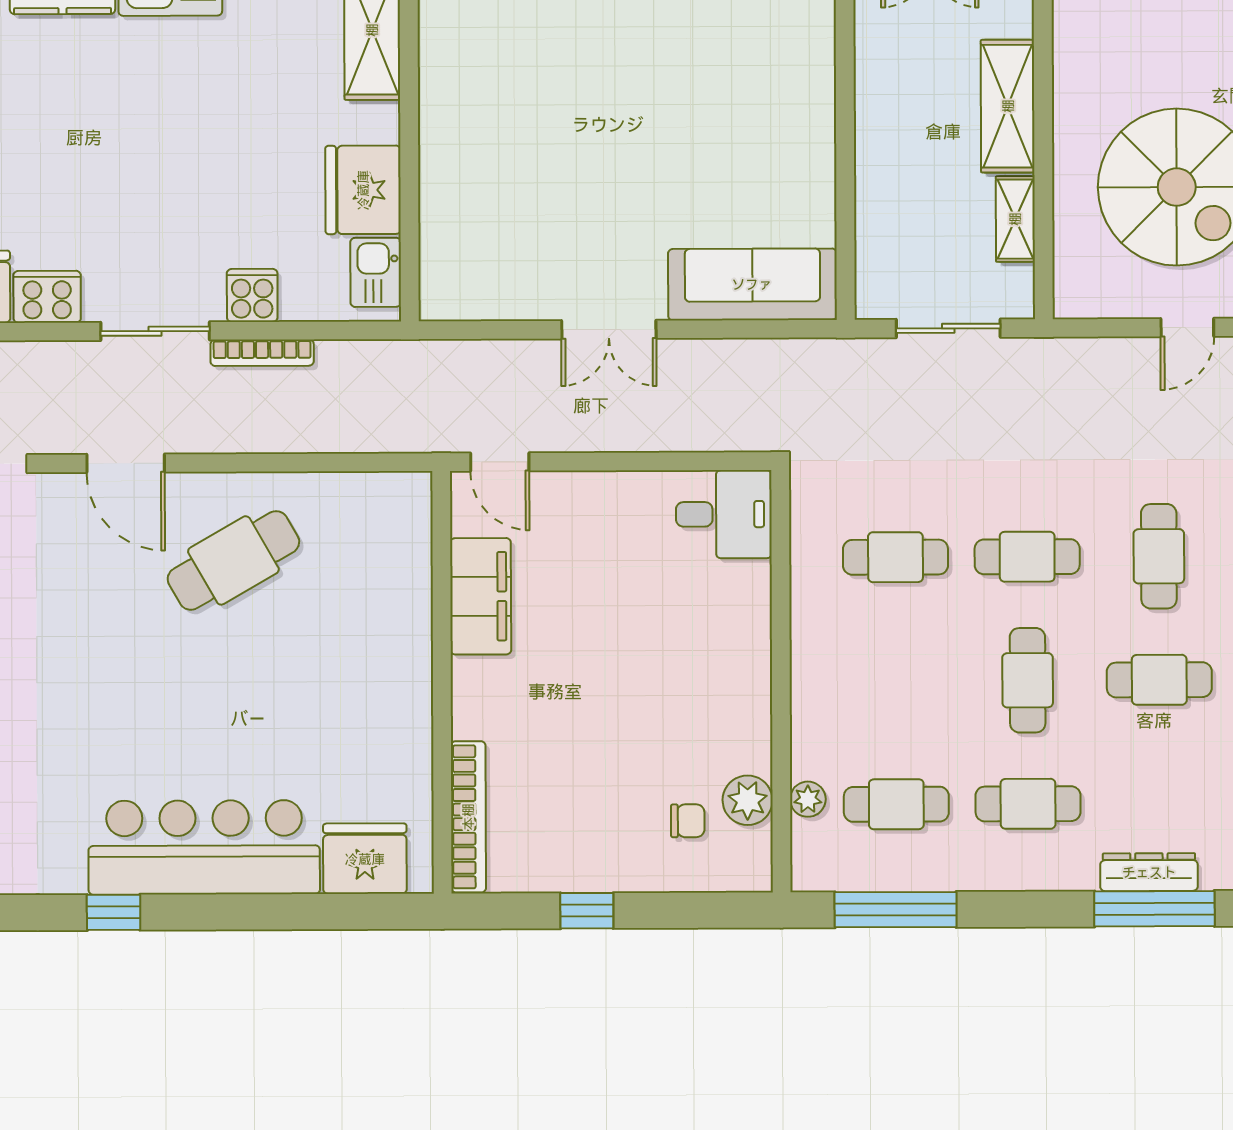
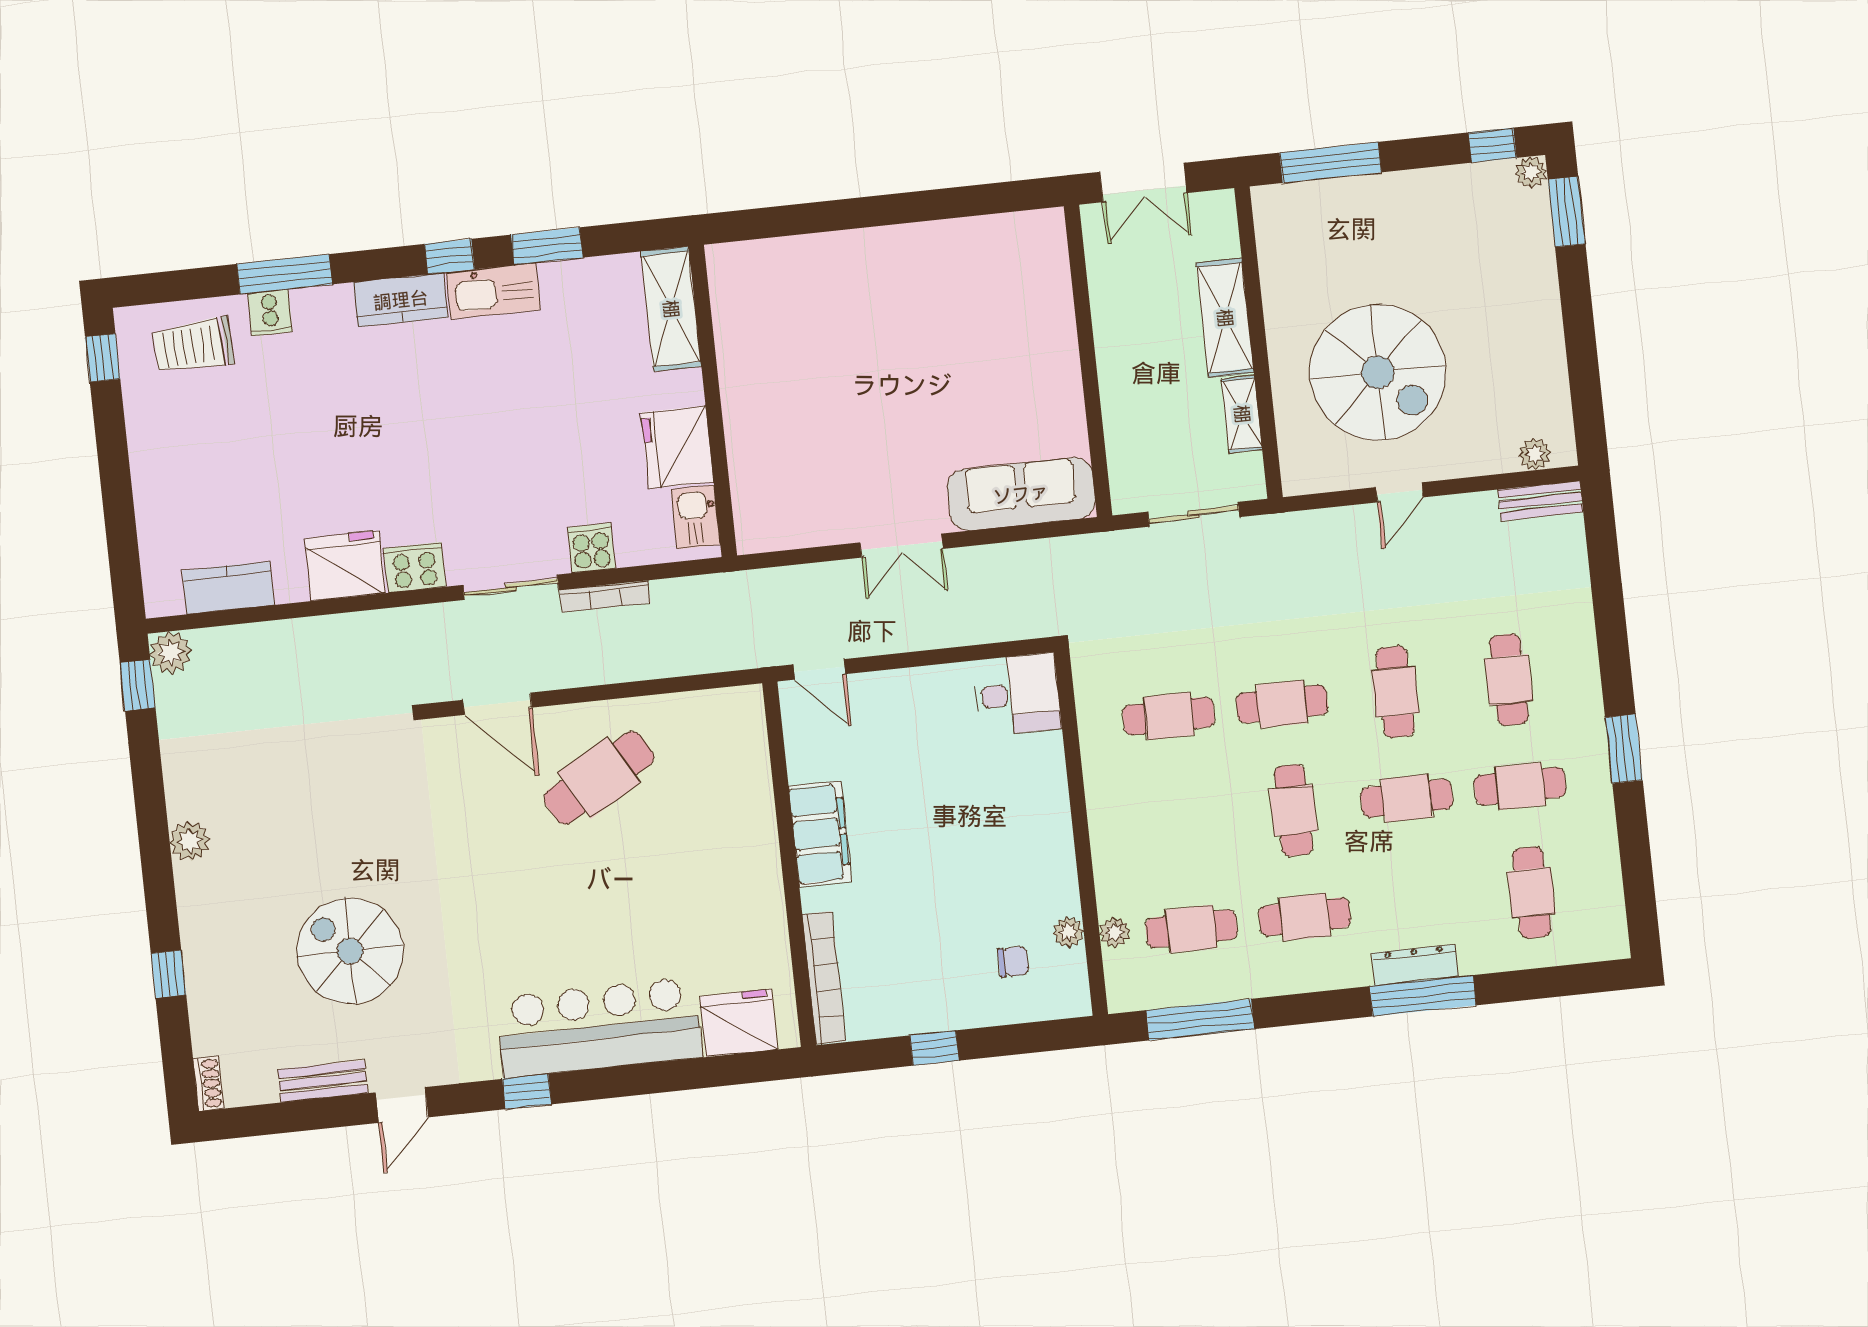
filing cabinet: (481, 596) -> (820, 834), moved
plant: (748, 800) -> (1068, 932), width x0.73, depth x0.73

